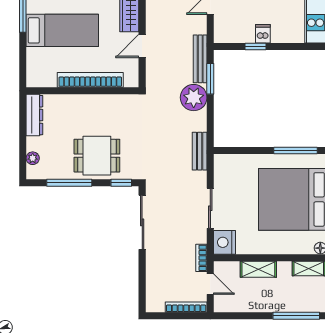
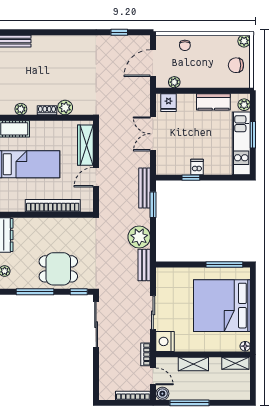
plant: (194, 98) -> (139, 237), moved
boiler: (221, 305) -> (162, 394), added
window: (296, 316) -> (190, 403), moved

